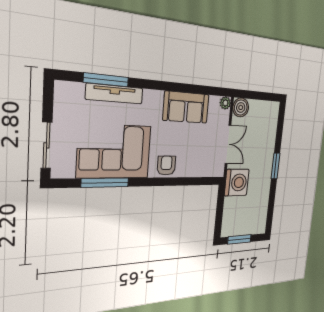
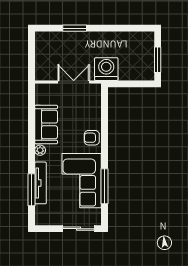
plant: (225, 103) -> (40, 150), moved
boiler: (241, 107) -> (43, 73), removed
window: (275, 166) -> (75, 28), moved

